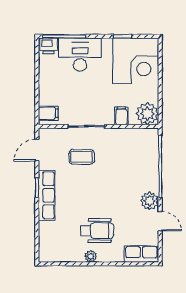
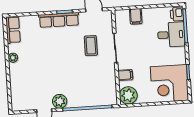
desk: (80, 55) -> (171, 35), width x0.73
filing cabinet: (48, 113) -> (136, 16), moved
wheelchair: (97, 231) -> (33, 61), removed
row of seats: (141, 254) -> (13, 30), moved

